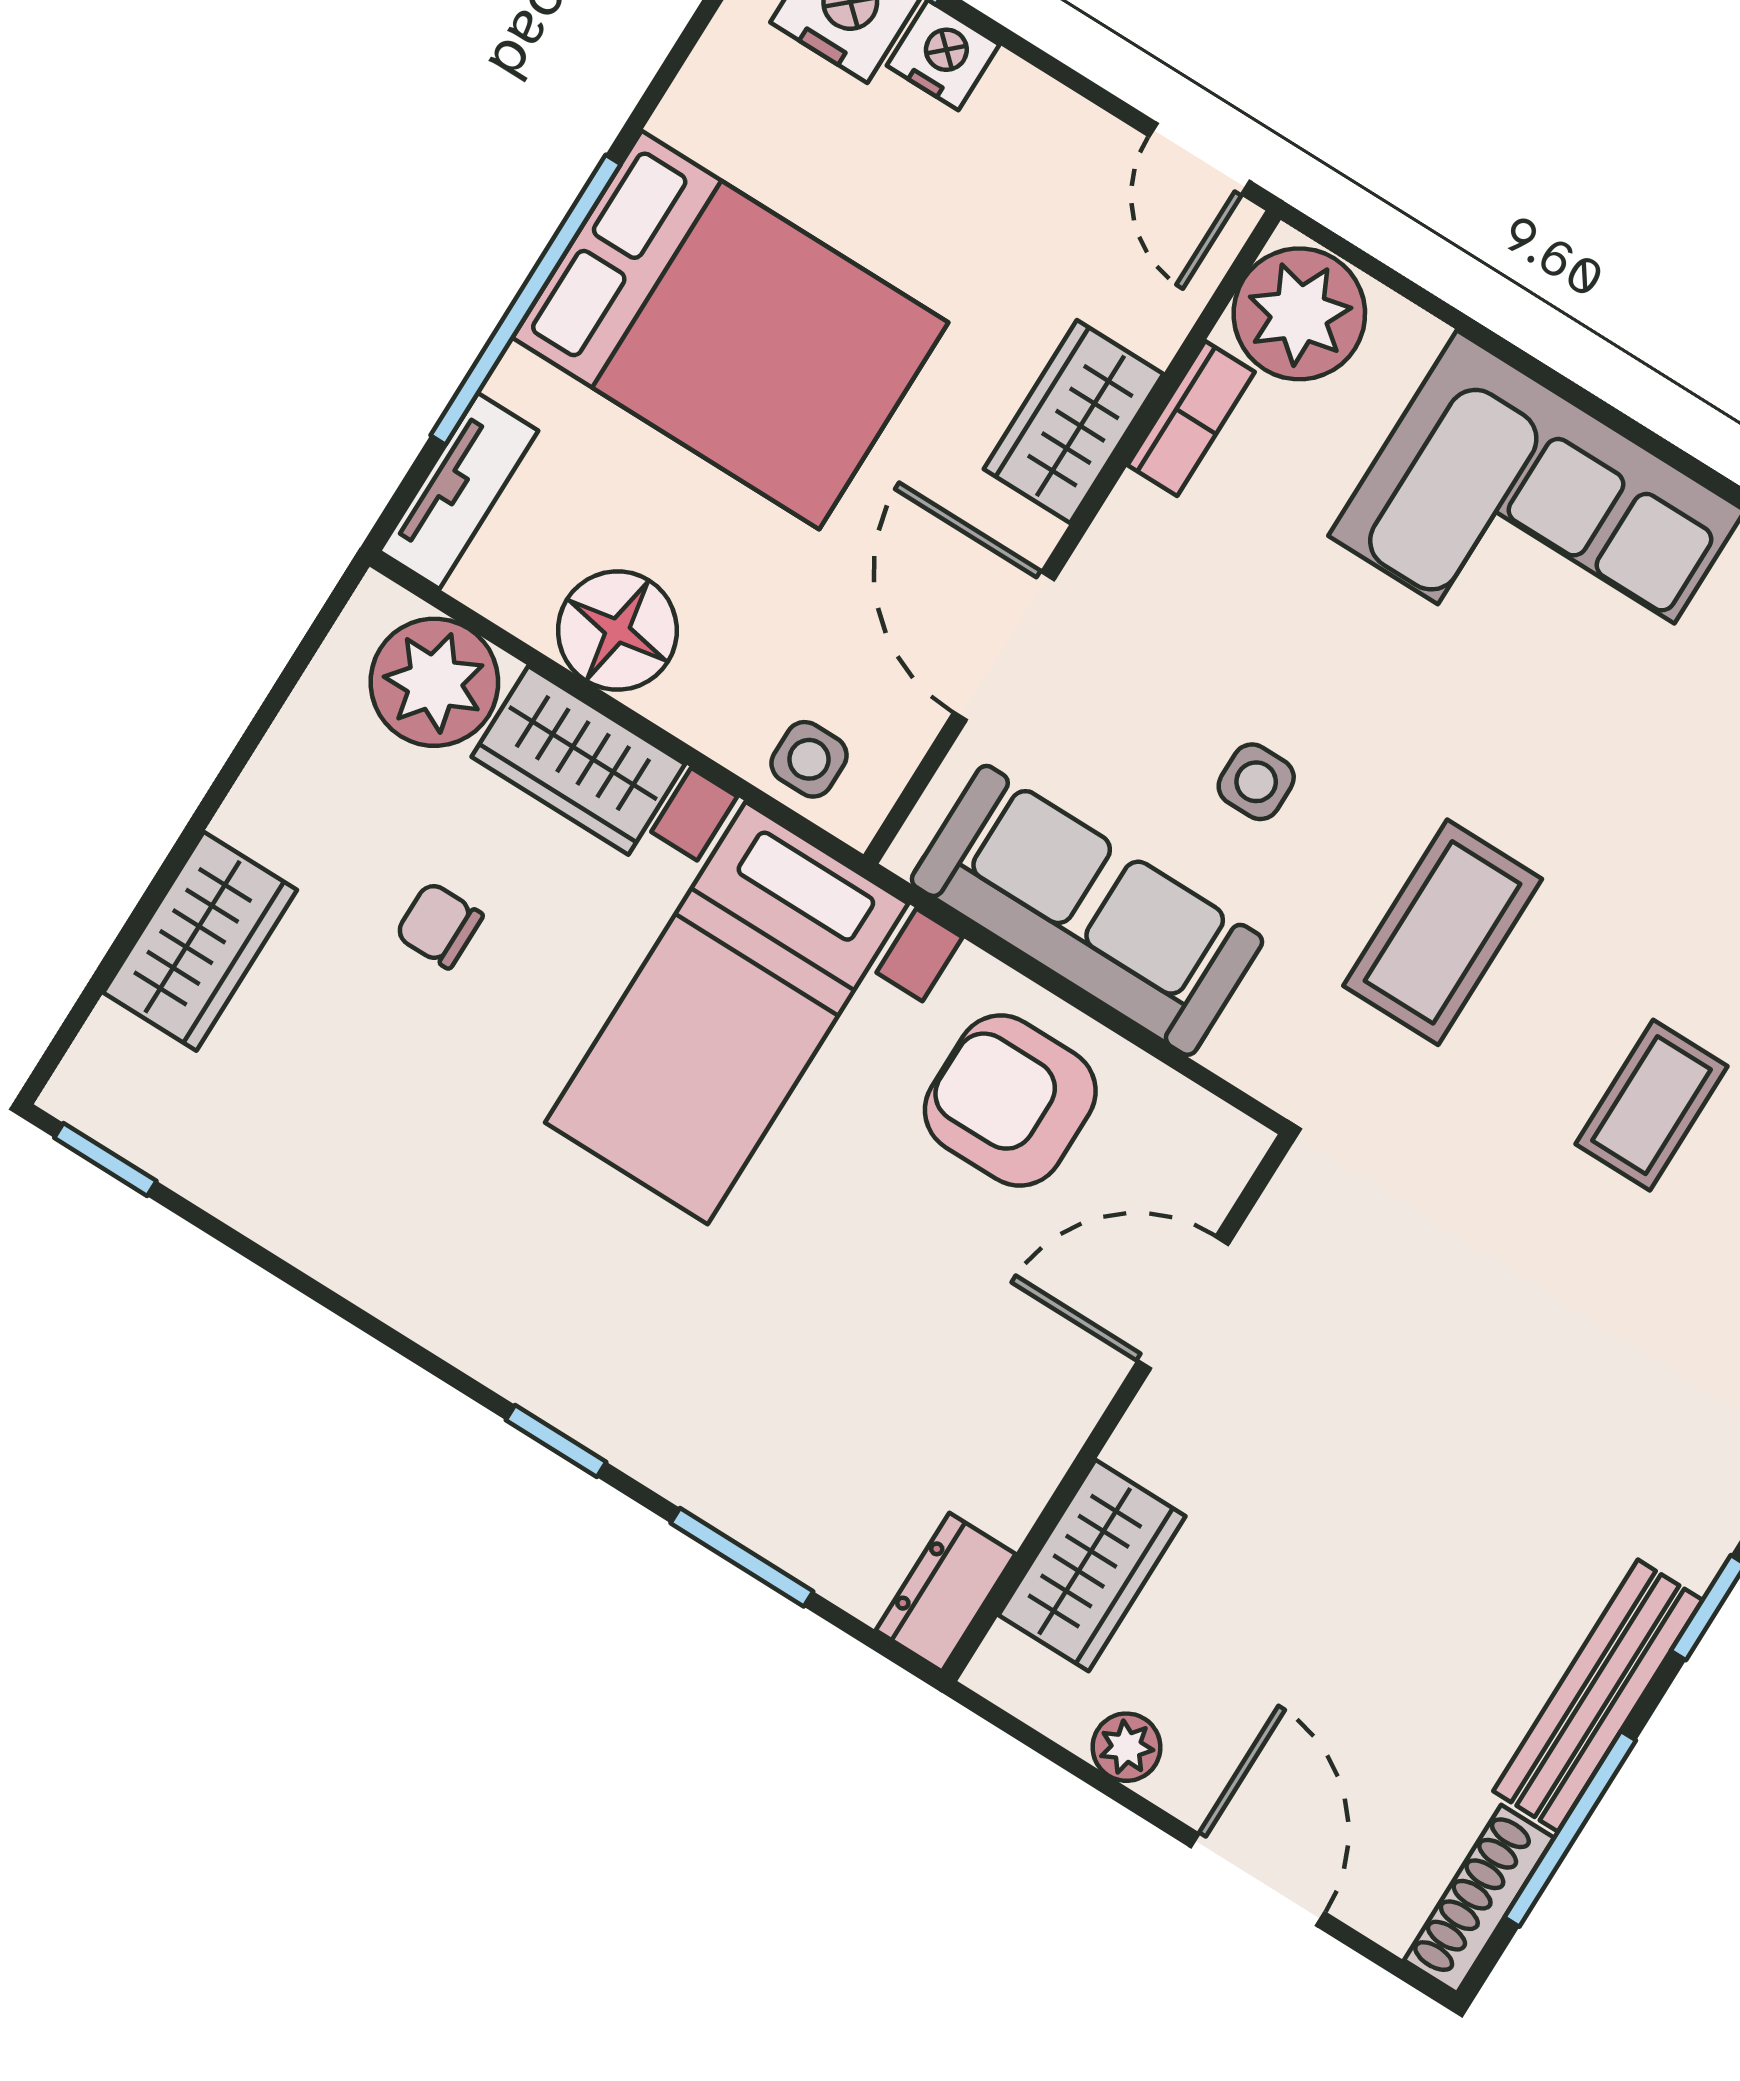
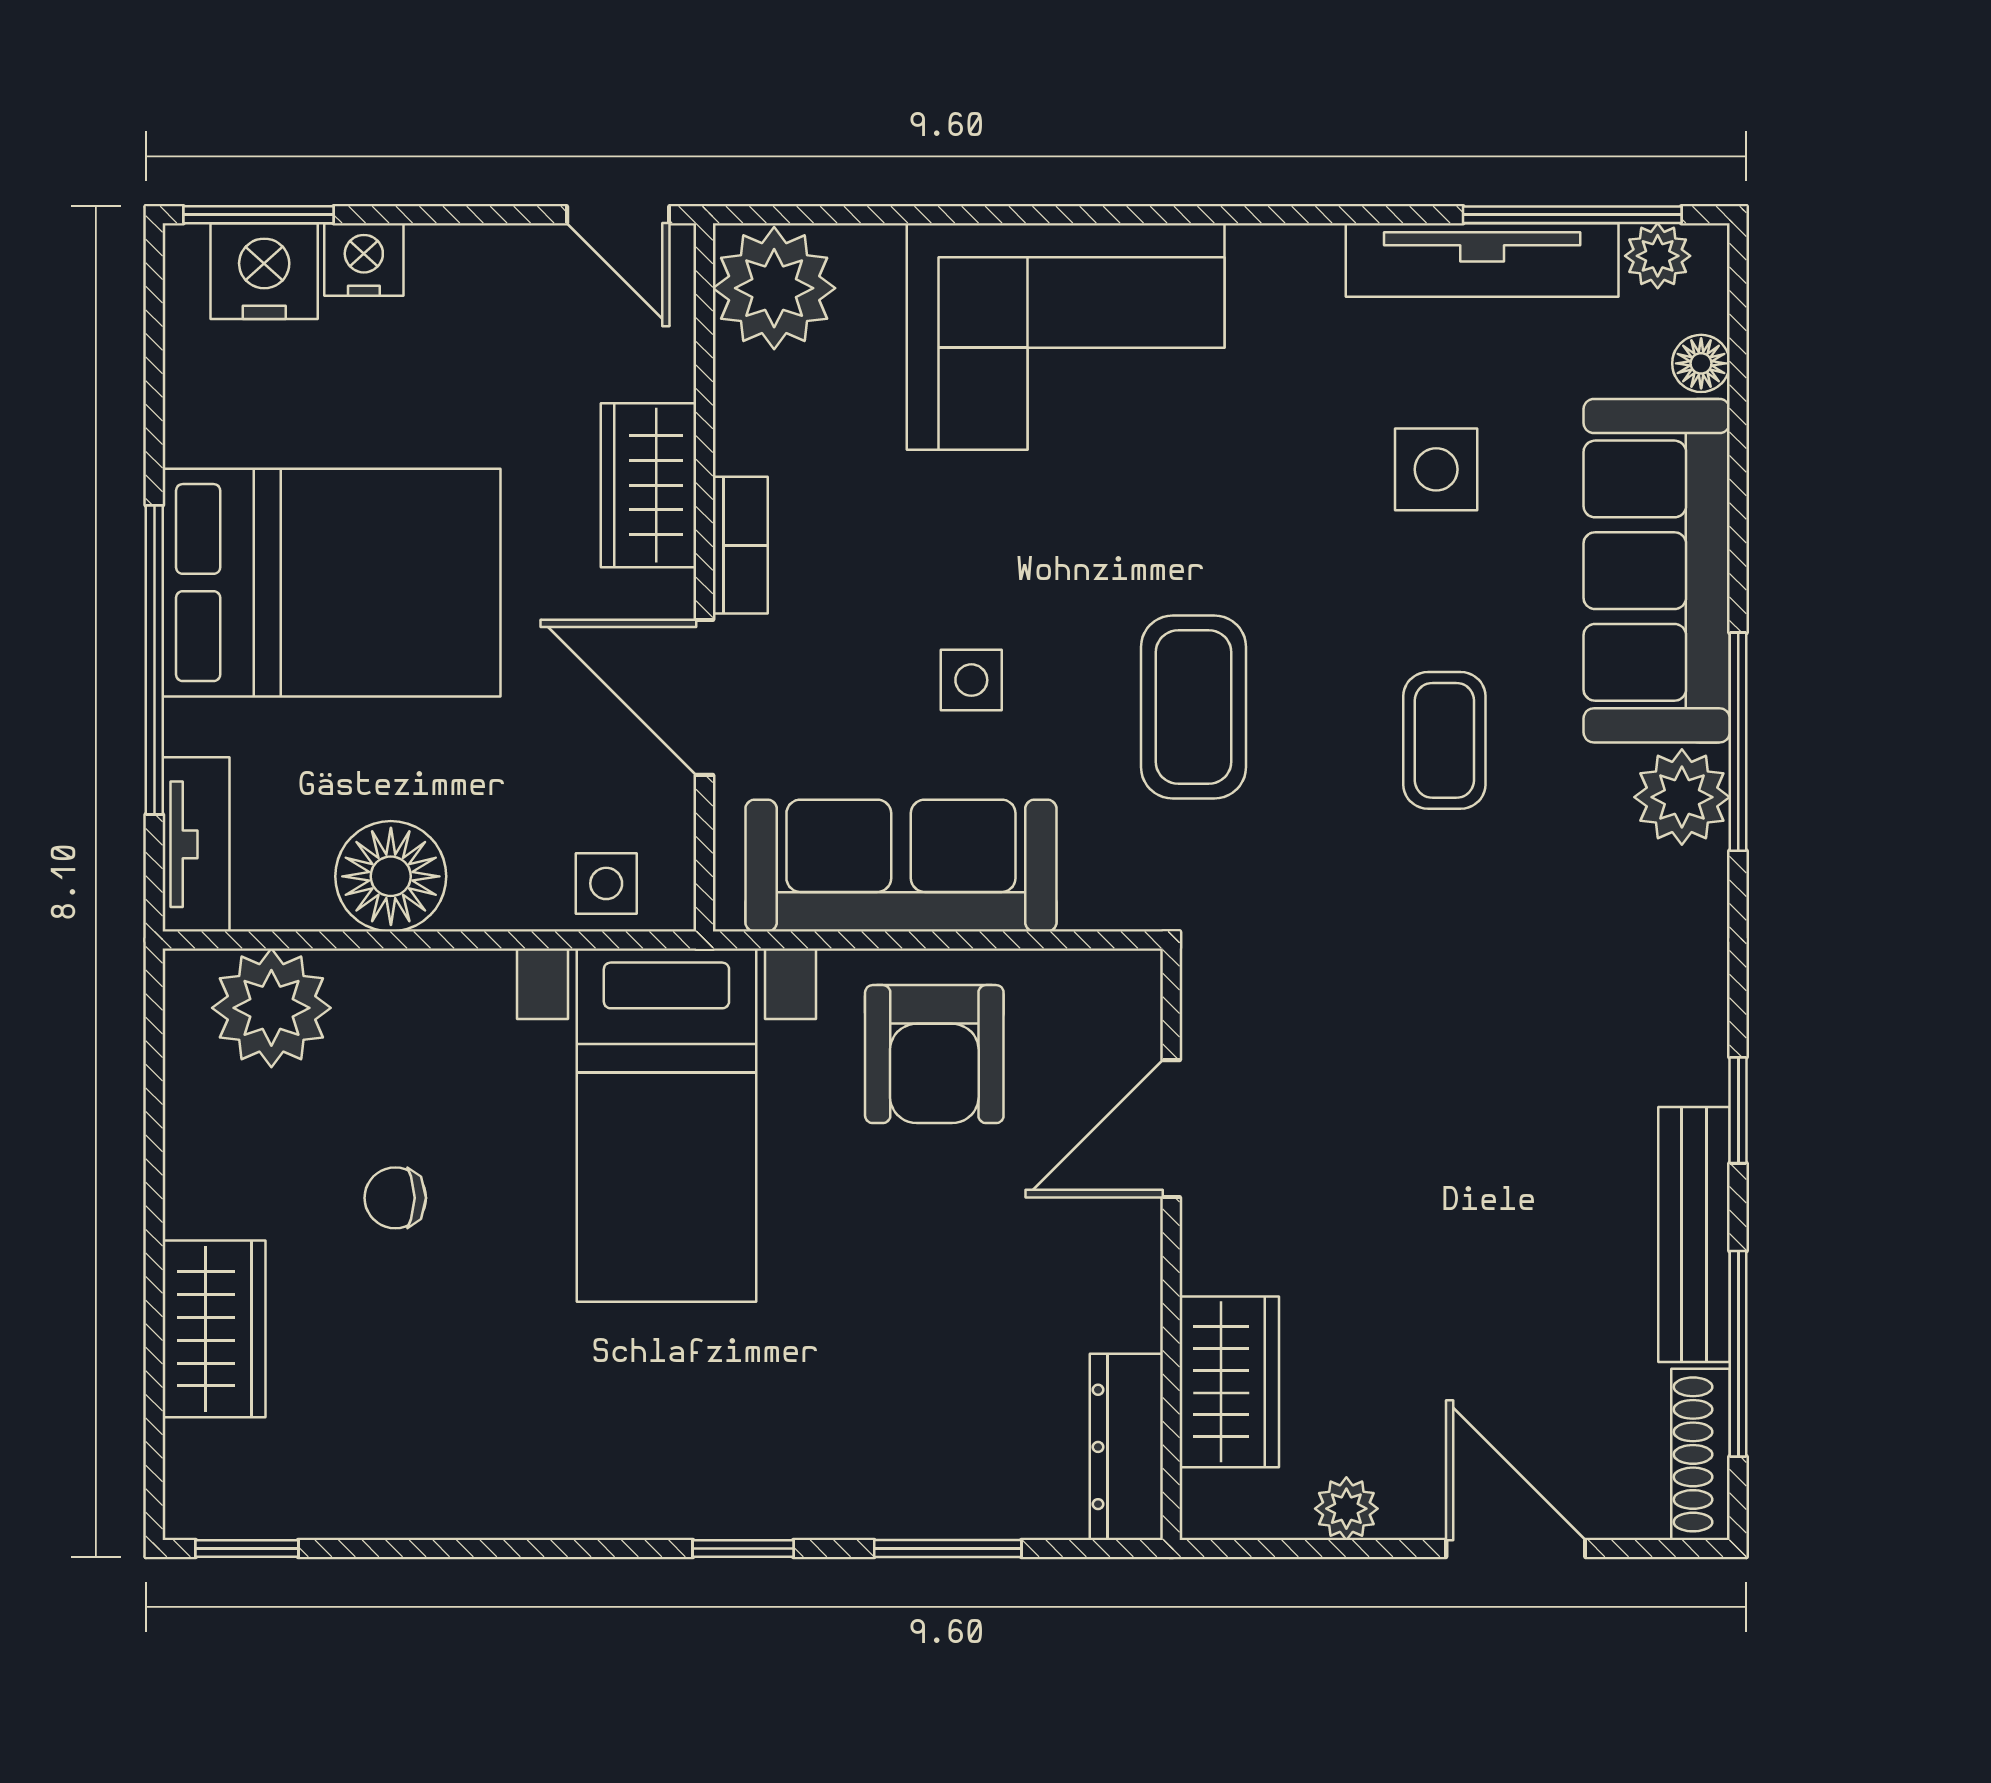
bookcase: (1191, 419) -> (740, 545), moved
wardrobe: (578, 760) -> (424, 998), removed
armchair: (1010, 1100) -> (934, 1054), turned -90
dresser: (946, 1592) -> (1126, 1447), width x1.44

